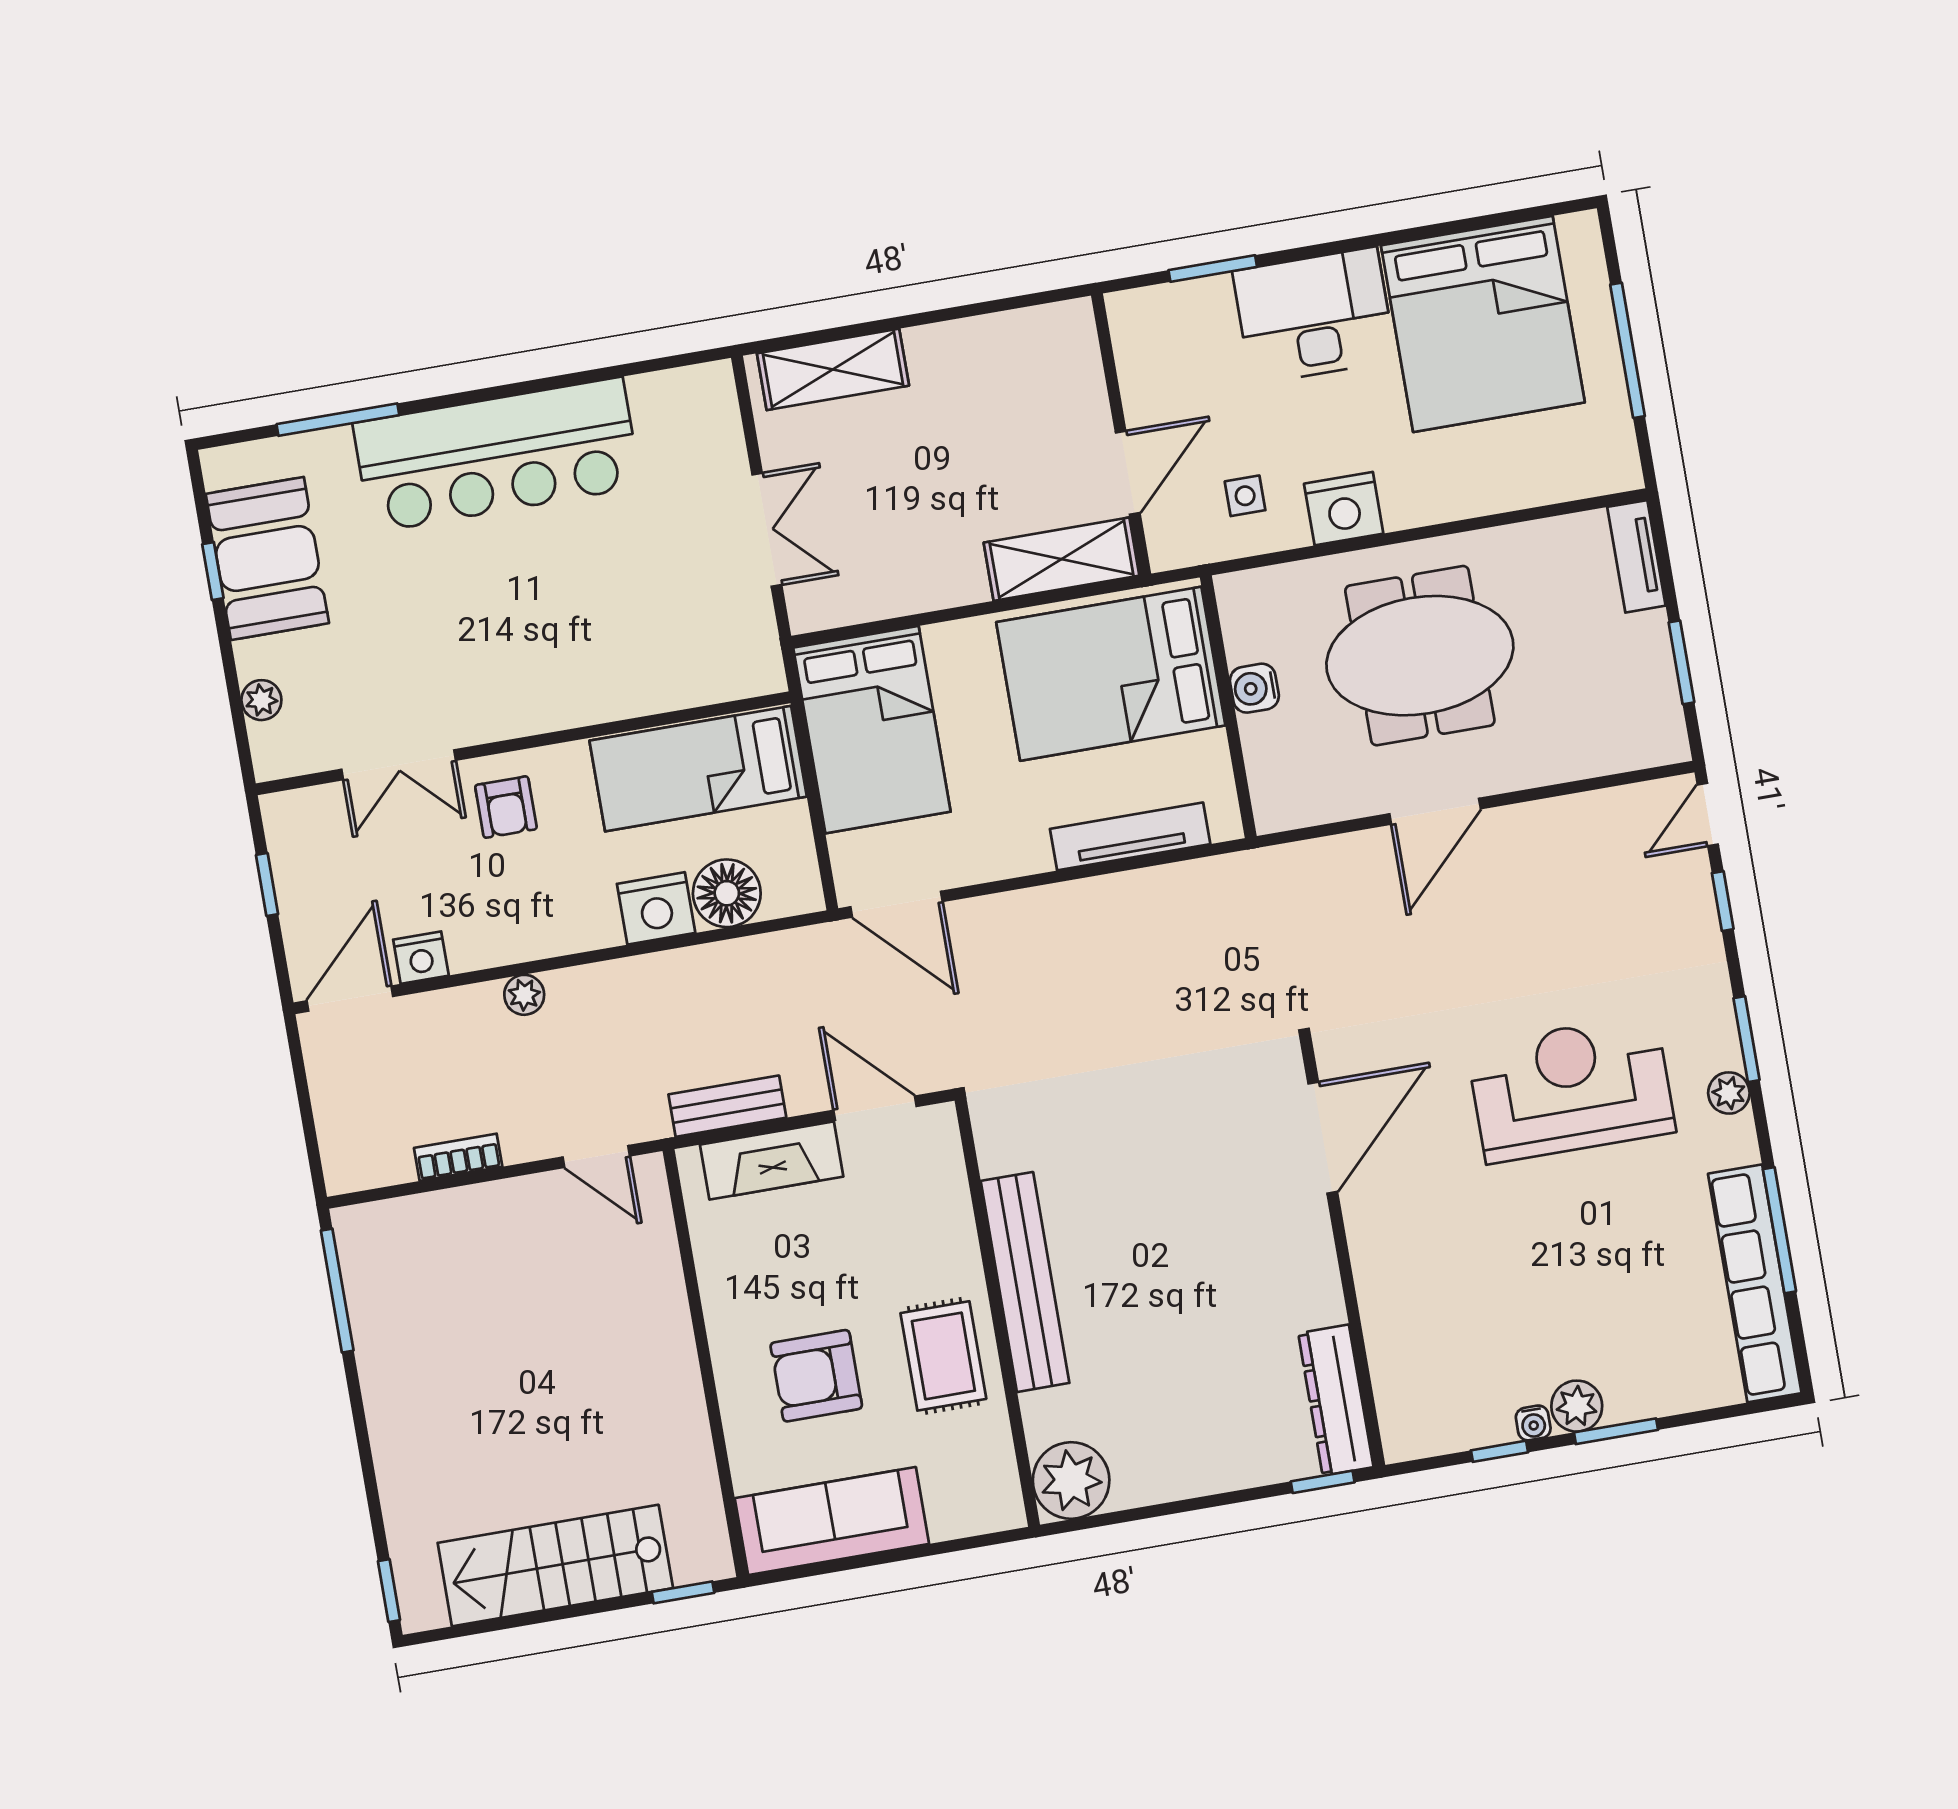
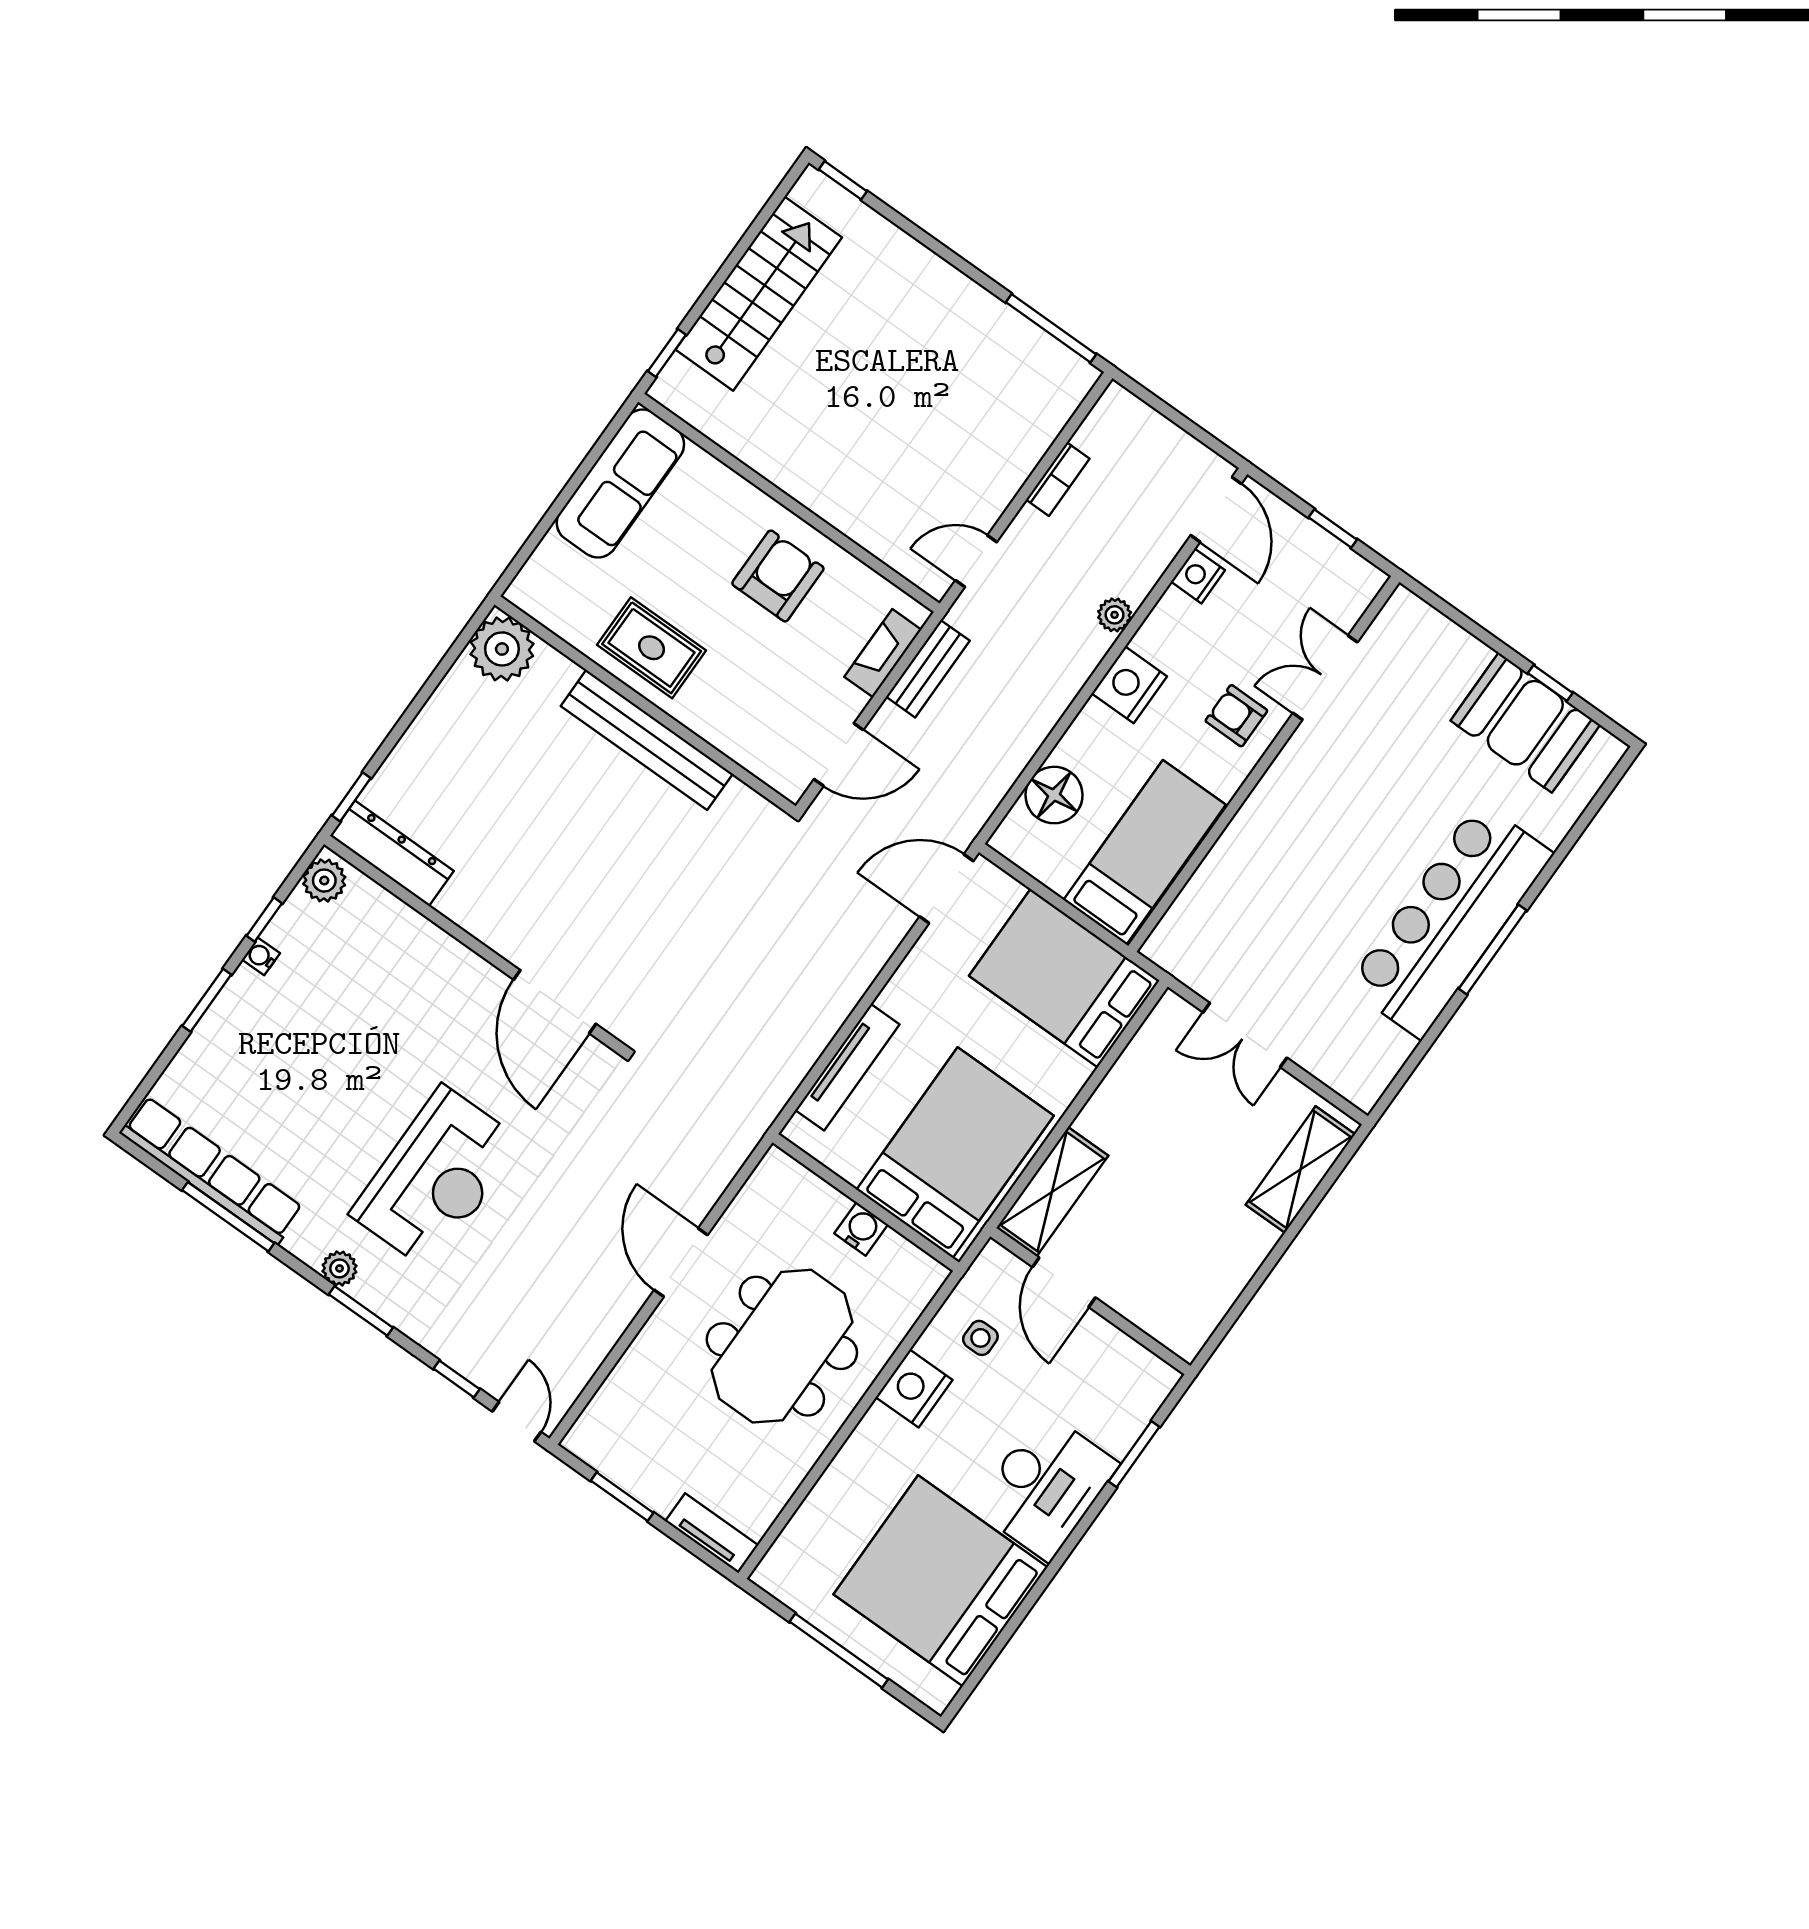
window: (338, 420) -> (1493, 950), moved
plant: (261, 700) -> (1445, 635), removed
nightstand: (656, 908) -> (1129, 685), moved
fireplace: (772, 1161) -> (883, 653), width x0.73, depth x0.76
armchair: (816, 1376) -> (778, 576), moved
plant: (1577, 1406) -> (324, 881), moved

